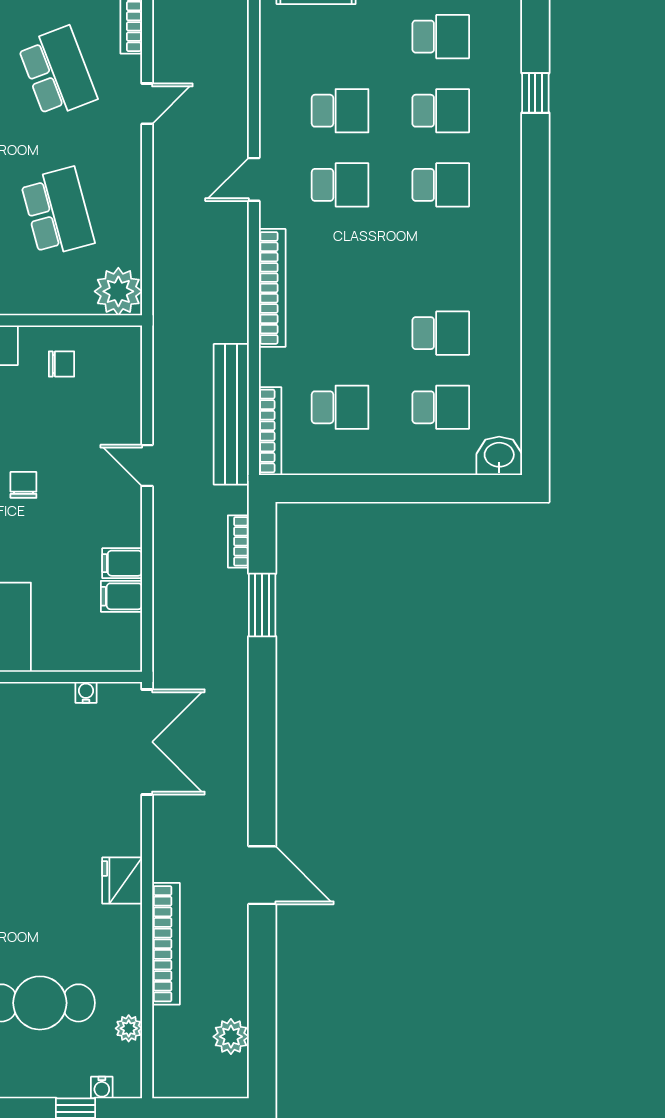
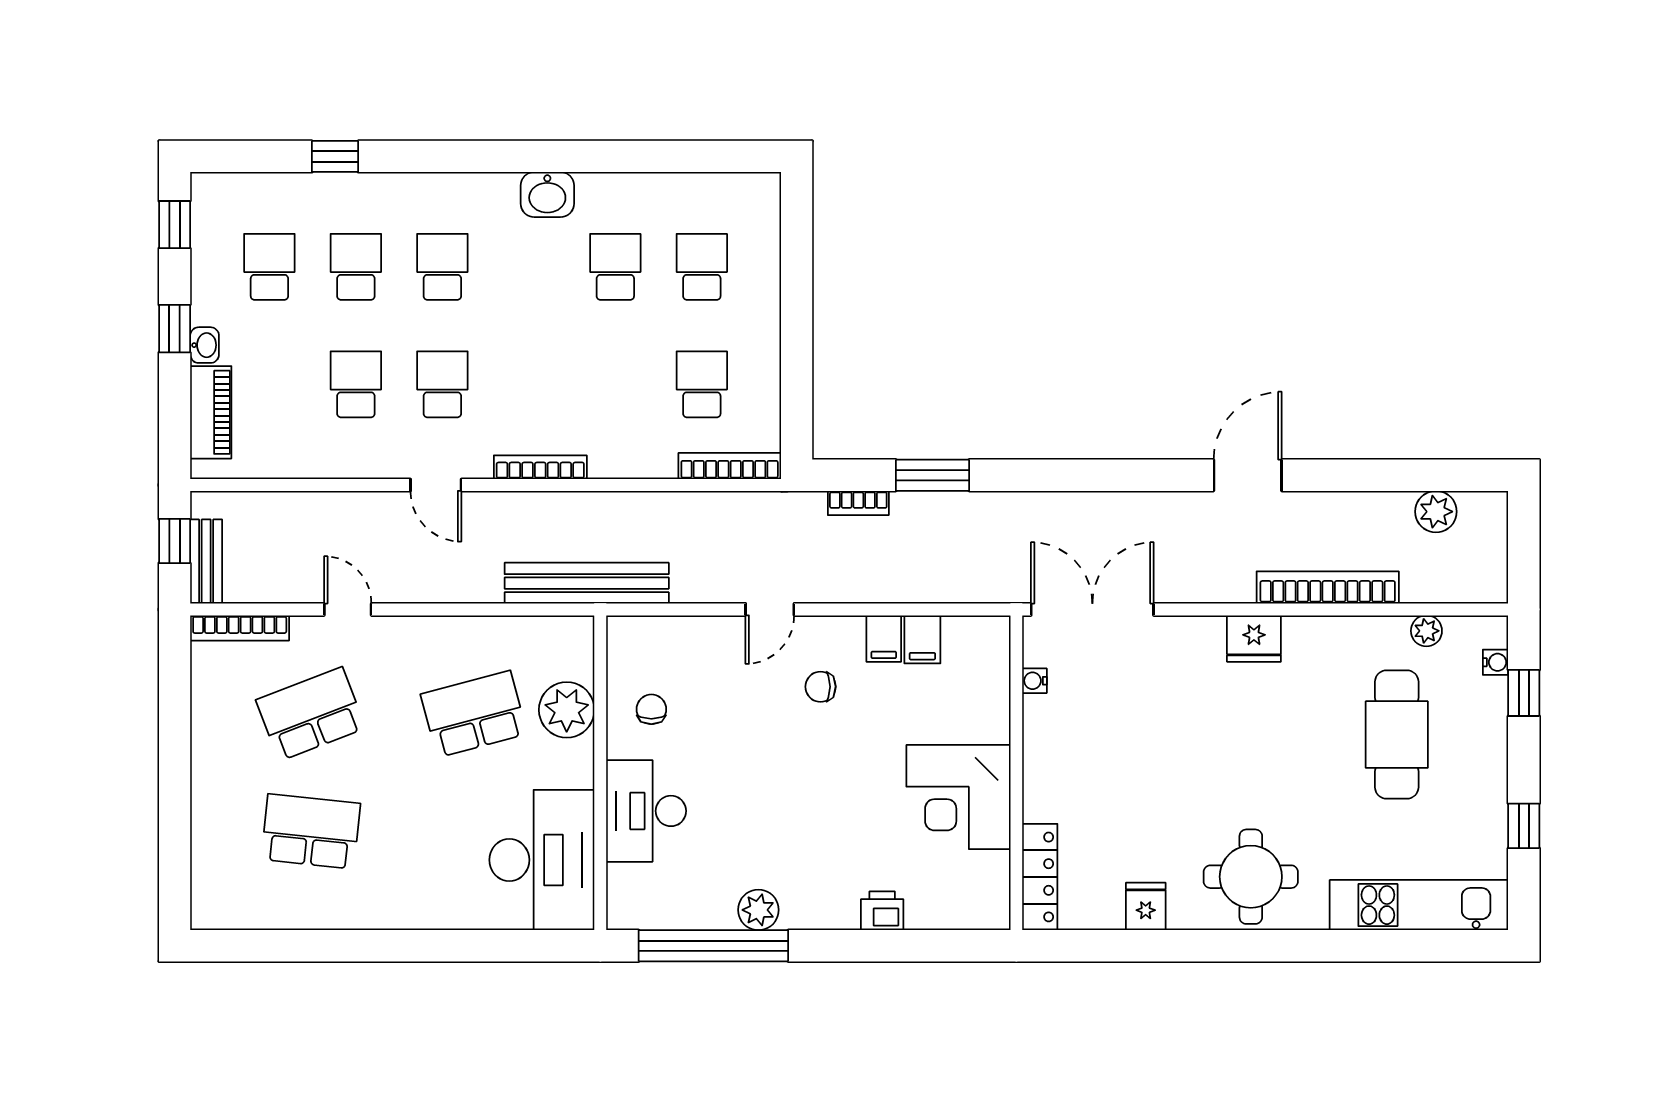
bookcase: (272, 288) -> (540, 467), width x0.68, depth x0.76
plant: (118, 291) -> (567, 710), moved
bench: (231, 414) -> (587, 583), moved
washbasin: (499, 456) -> (547, 195), moved, turned -90
chair: (23, 485) -> (821, 687), moved

